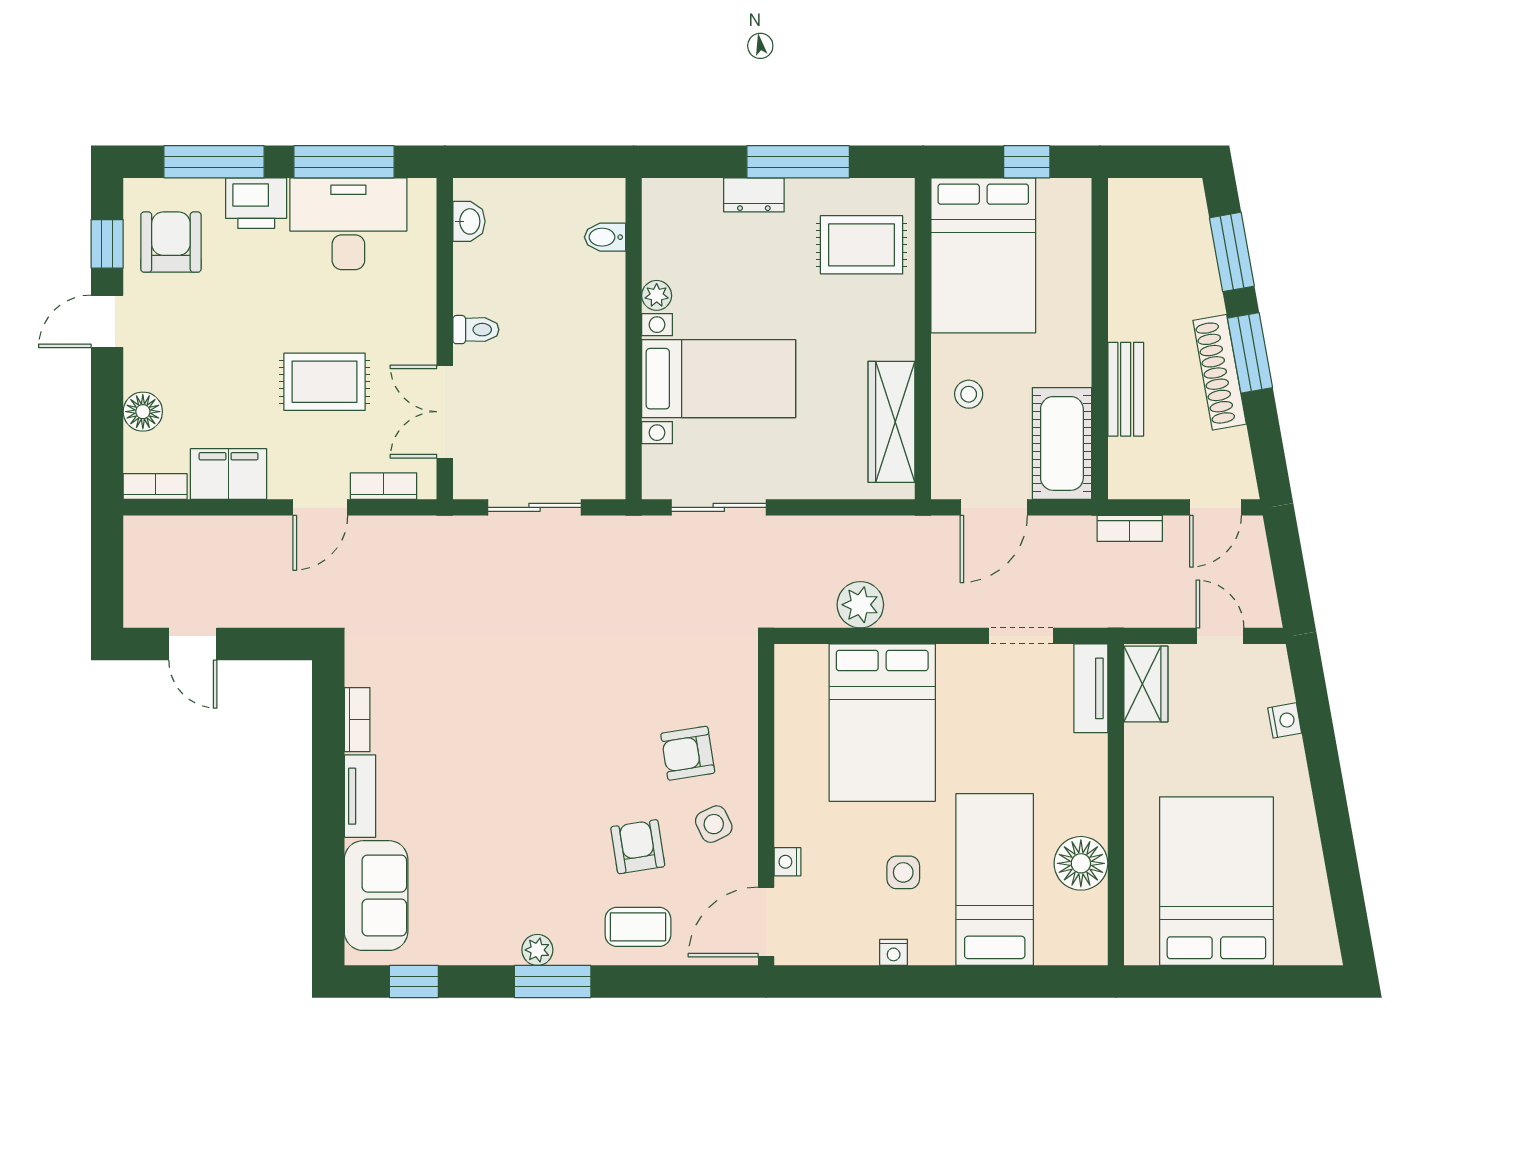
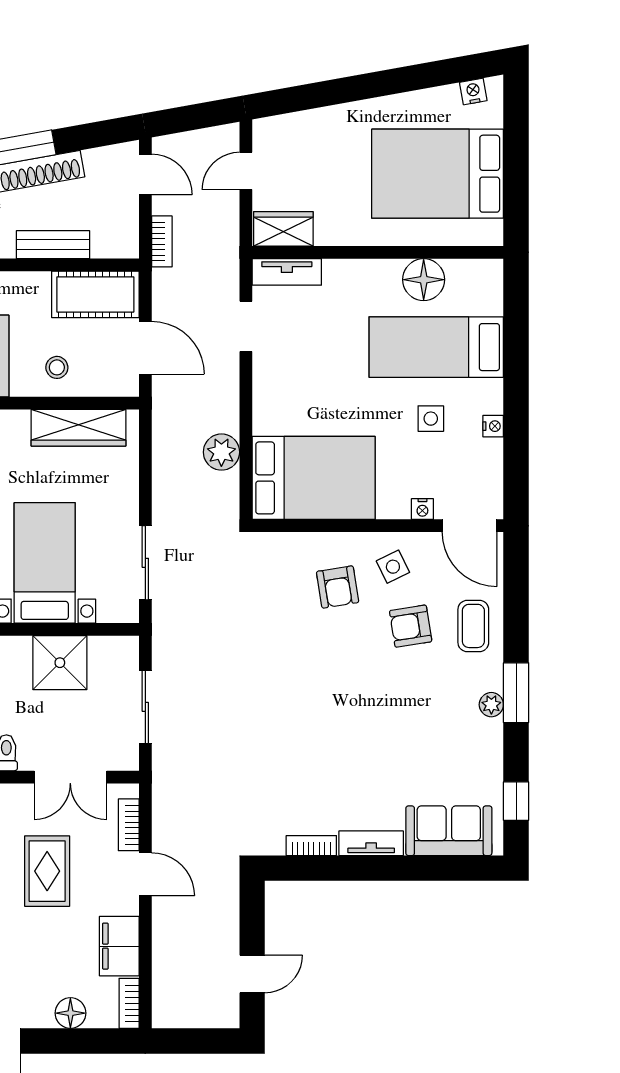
shower: (591, 398) -> (60, 663), added
nightstand: (1285, 720) -> (473, 91), moved
bed: (882, 723) -> (314, 478), moved

